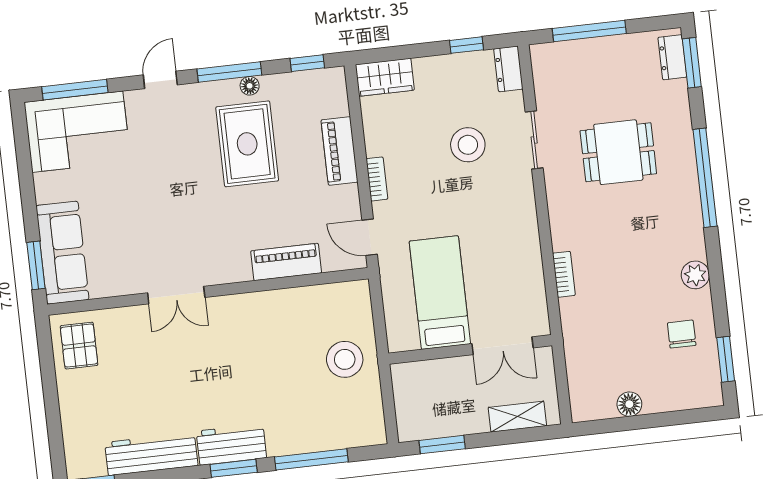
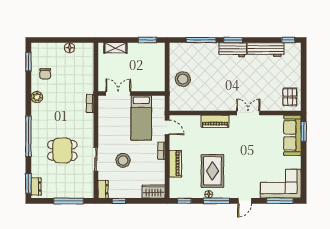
piano: (286, 262) -> (215, 121), moved
bed: (440, 293) -> (141, 118), moved
double door: (503, 346) -> (118, 93), moved
wall: (470, 349) -> (132, 93), moved

